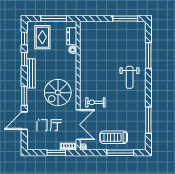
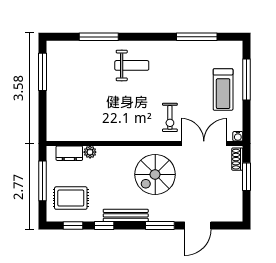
spiral stairs: (58, 93) -> (155, 174), turned 90
door: (24, 121) -> (198, 225), hinge flipped

